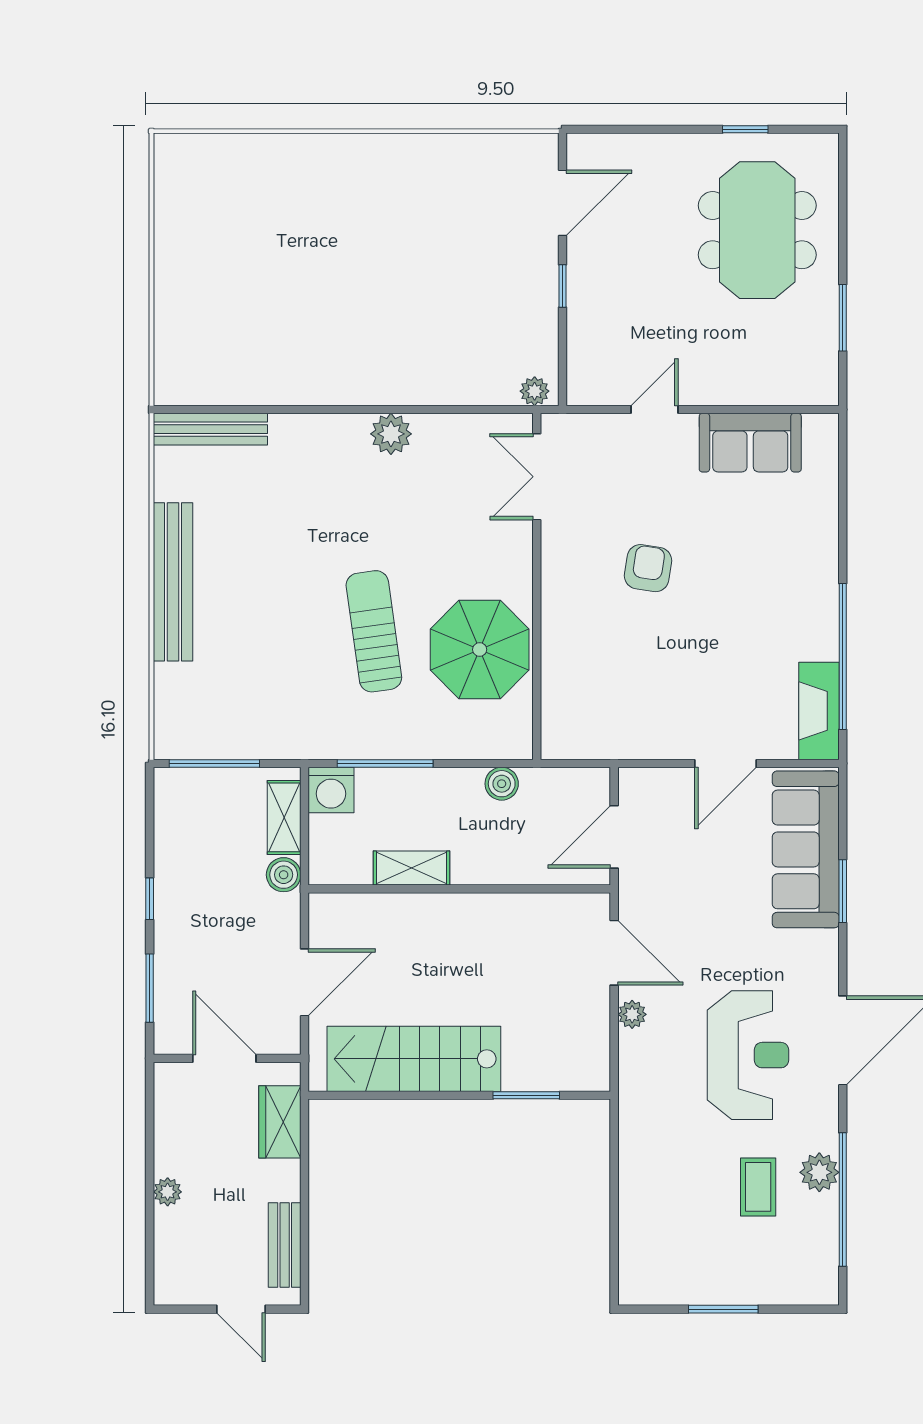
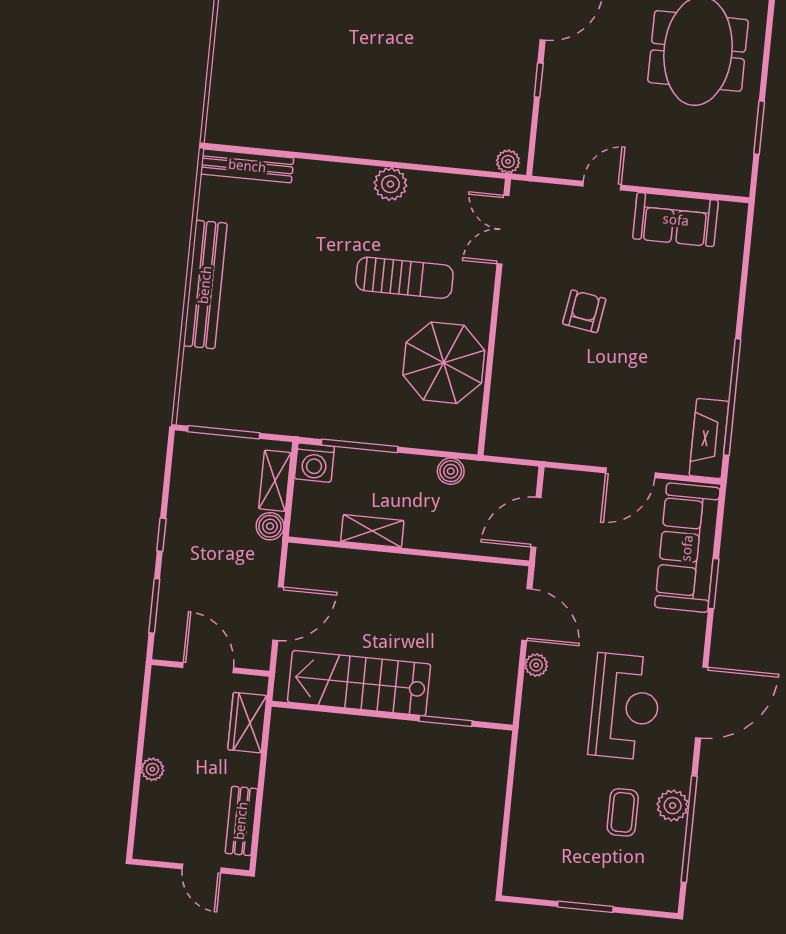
sun lounger: (374, 631) -> (404, 278), moved, turned 98

